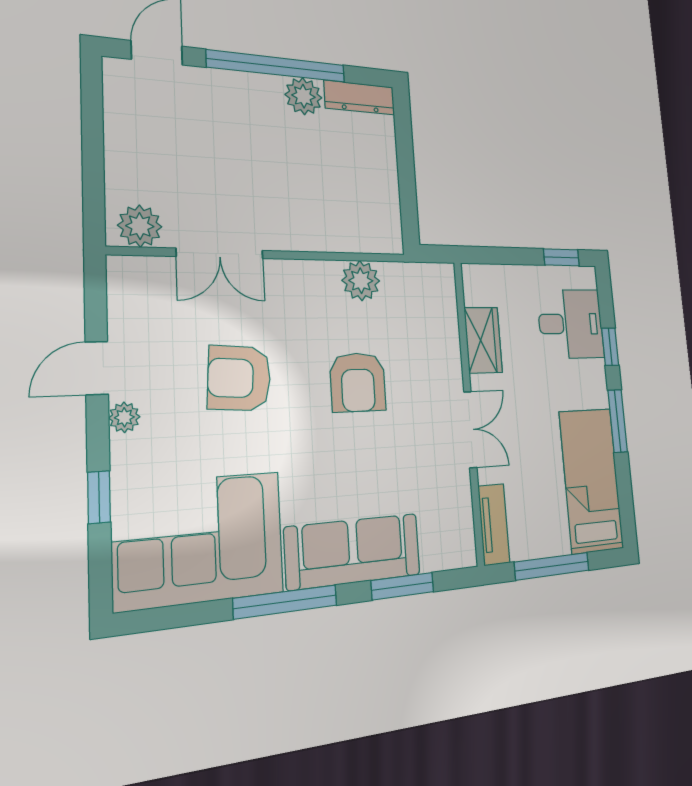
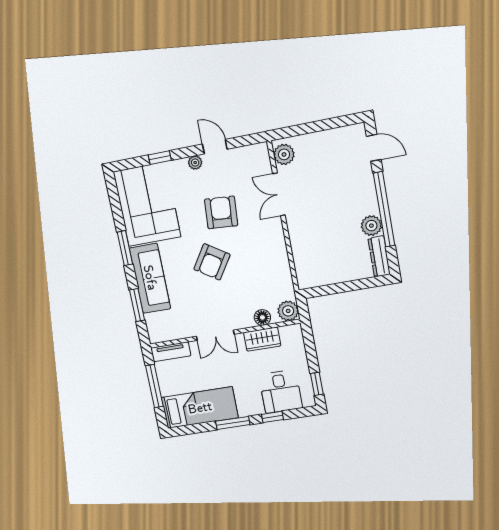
plant: (361, 281) -> (288, 311), moved
floor lamp: (446, 332) -> (262, 317), added
armchair: (358, 382) -> (212, 262), moved, turned -57
window: (286, 602) -> (125, 248), width x0.69

